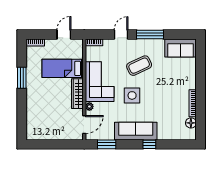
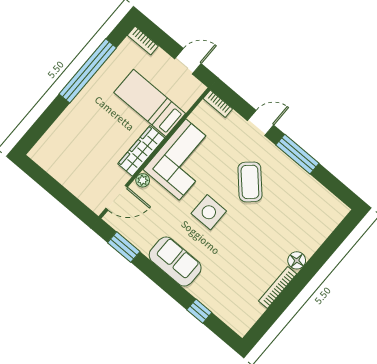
sofa: (180, 48) -> (322, 204), removed
coffee table: (139, 66) -> (250, 182), turned 72
window: (22, 78) -> (88, 71), width x2.11
floor lamp: (191, 123) -> (297, 260), moved
sofa: (136, 131) -> (175, 261), width x0.73
window: (149, 144) -> (199, 311), moved

